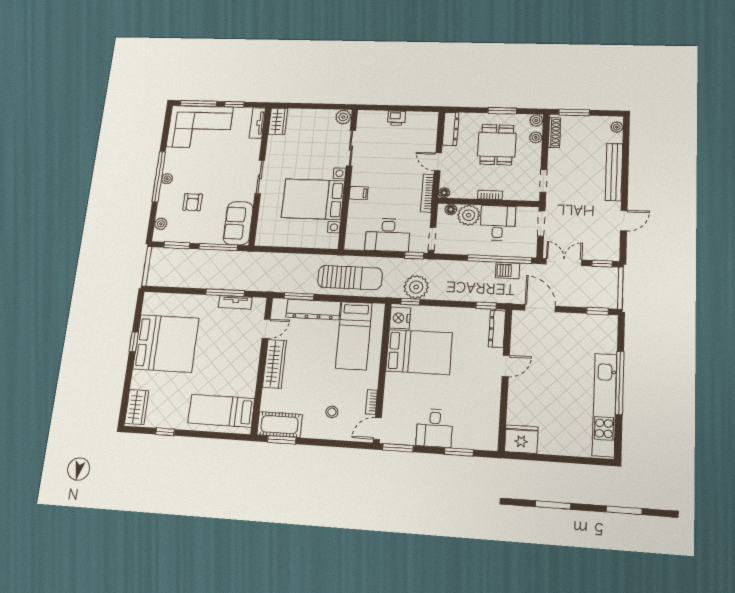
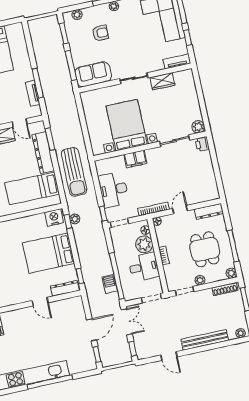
window: (502, 111) -> (233, 246), width x1.44
printer: (397, 118) -> (202, 144), moved
wardrobe: (278, 121) -> (162, 81), moved
plant: (536, 137) -> (200, 280), moved
dining table: (497, 145) -> (205, 249), turned 90
filing cabinet: (359, 193) -> (135, 159), width x2.00
armchair: (192, 202) -> (100, 33), turned 180
plant: (416, 287) -> (75, 219), width x0.53, depth x0.53
door: (540, 308) -> (92, 330), moved
bed: (419, 352) -> (49, 253), moved, turned 90

